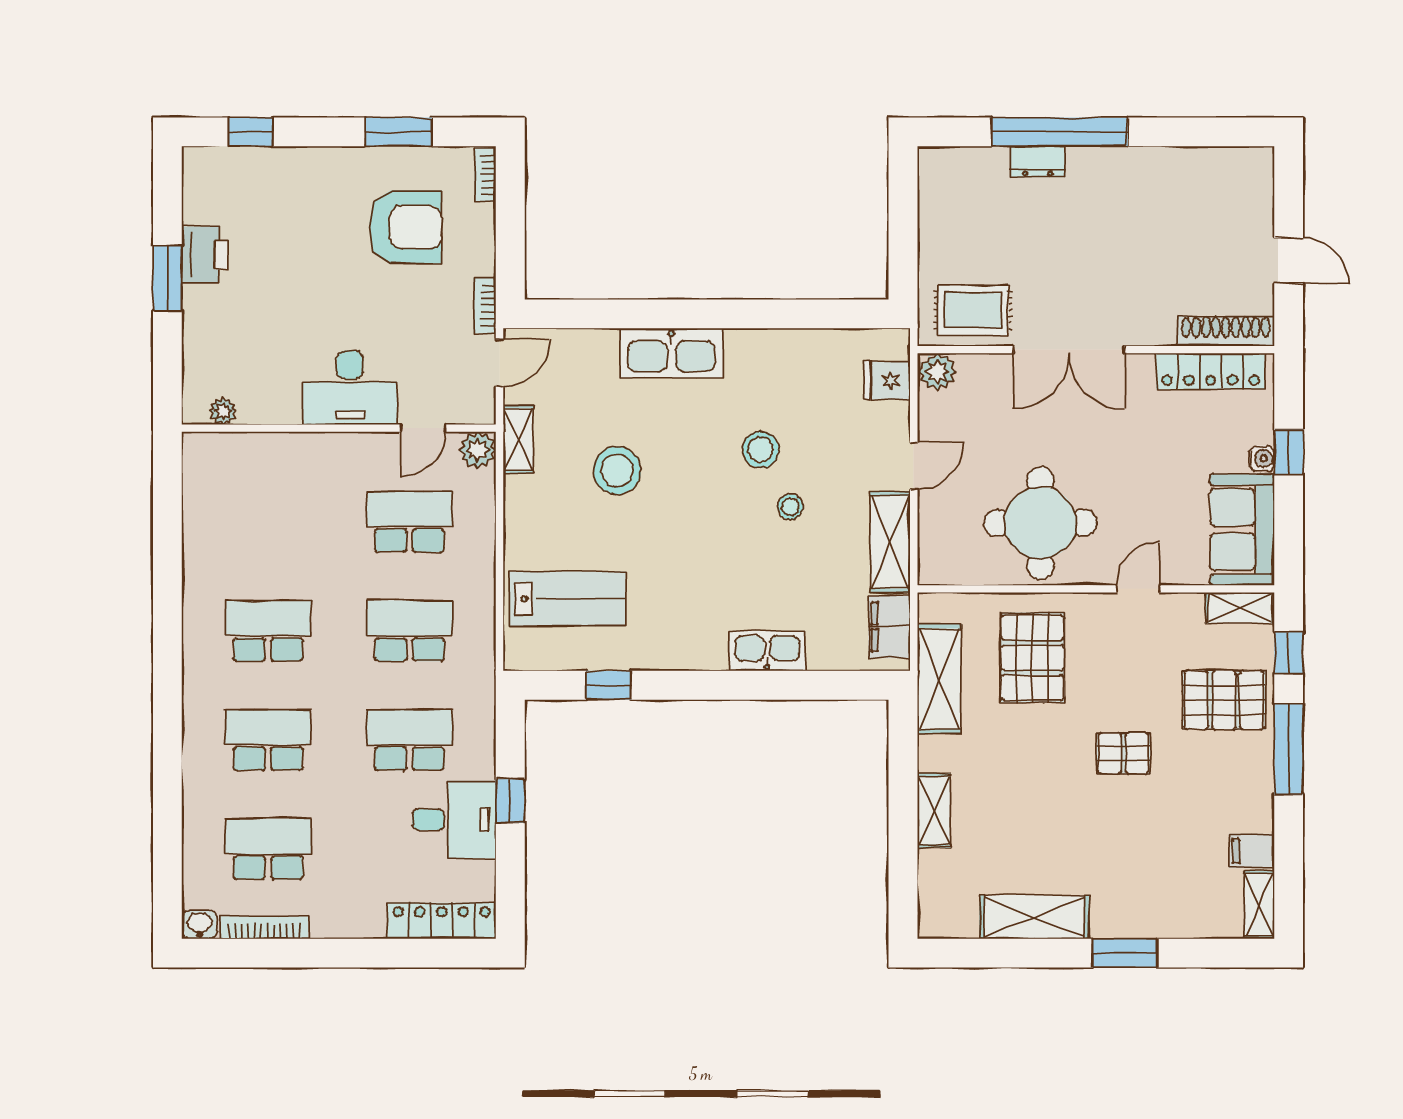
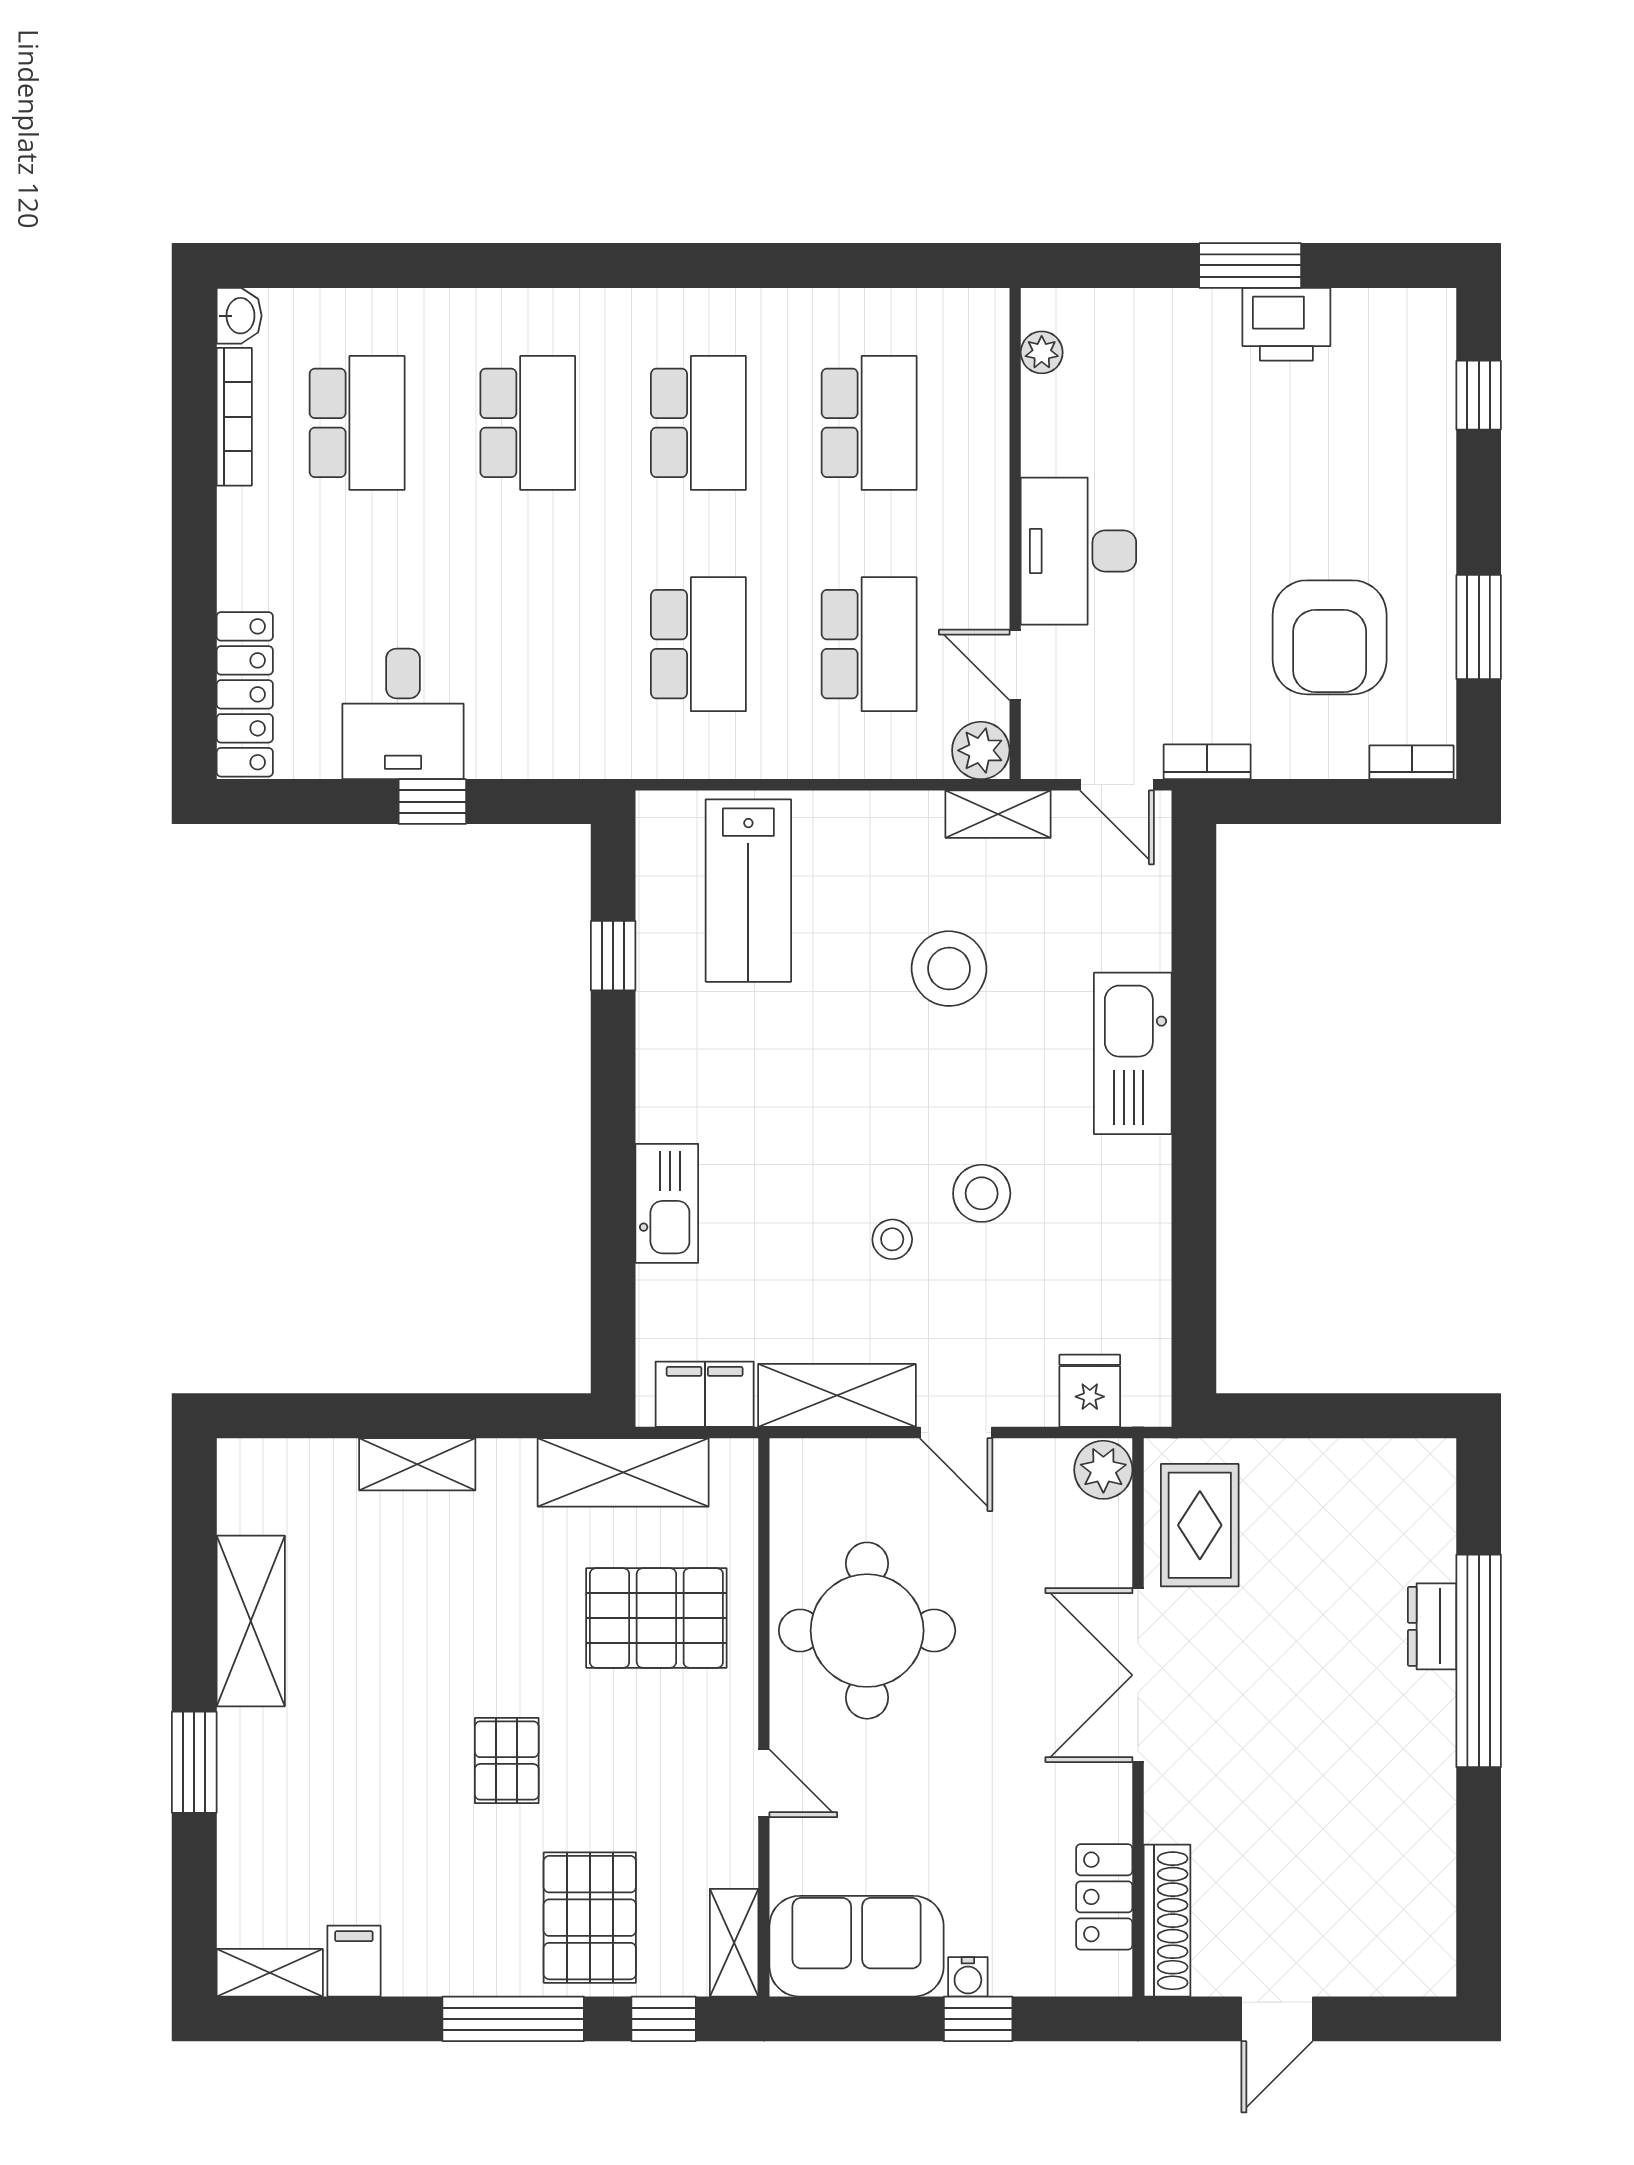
locker: (1211, 371) -> (1104, 1897), width x0.66
school desk: (410, 740) -> (869, 423), moved

